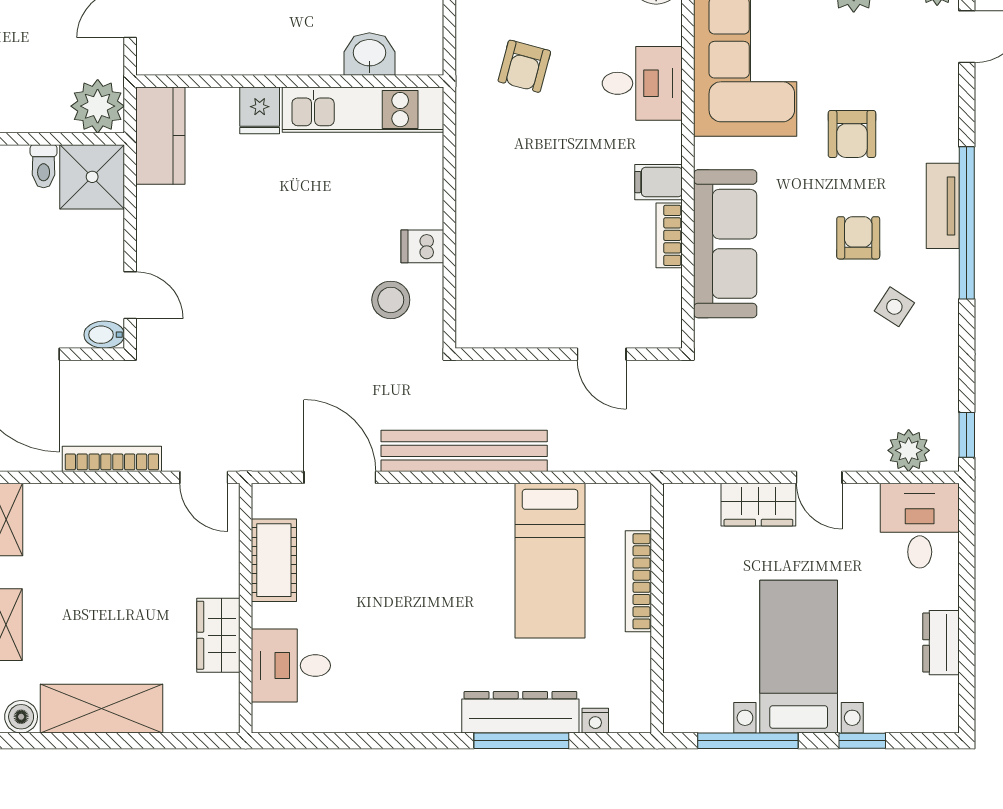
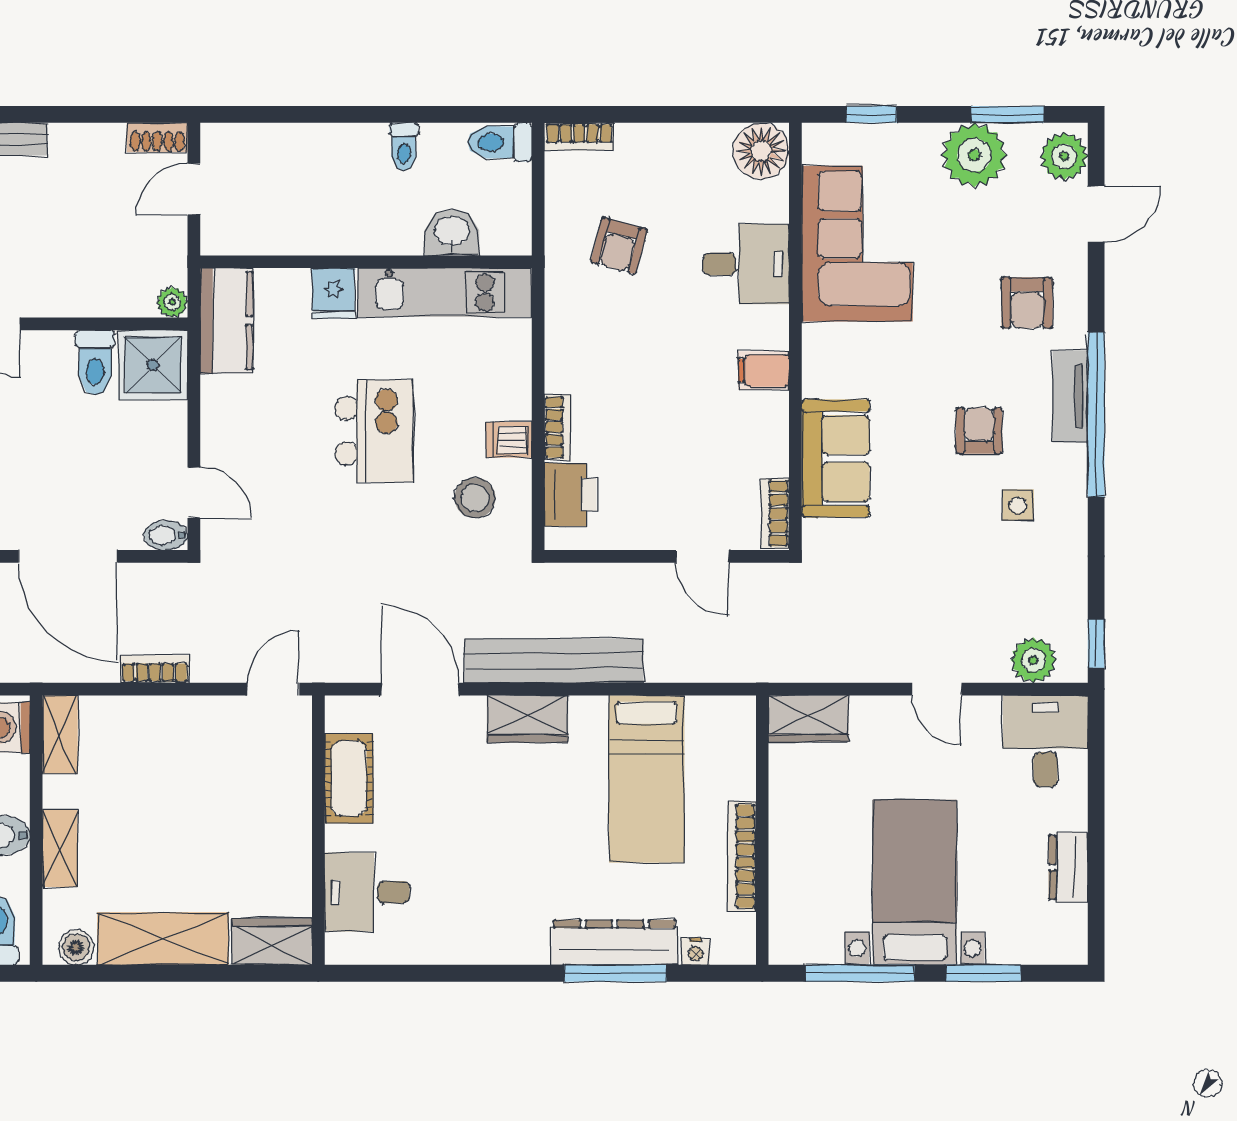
plant: (98, 106) -> (172, 302), width x0.53, depth x0.53
armchair: (852, 134) -> (1027, 303), moved
toilet: (44, 166) -> (95, 363), width x1.37, depth x1.39
bookcase: (467, 235) -> (557, 427), added
bookcase: (669, 235) -> (775, 513), moved
kitchen island: (297, 238) -> (374, 431), added
sofa: (725, 244) -> (836, 458), width x0.73
printer: (479, 297) -> (570, 495), added
side table: (894, 307) -> (1018, 505), turned -33
bookcase: (112, 459) -> (155, 669), width x0.64
door: (204, 477) -> (273, 689), swing flipped
wardrobe: (440, 505) -> (527, 719), added
wardrobe: (758, 505) -> (809, 718), moved
bookcase: (638, 581) -> (742, 856), moved
wardrobe: (218, 635) -> (272, 942), moved, turned 90
window: (862, 741) -> (983, 973), width x1.50

